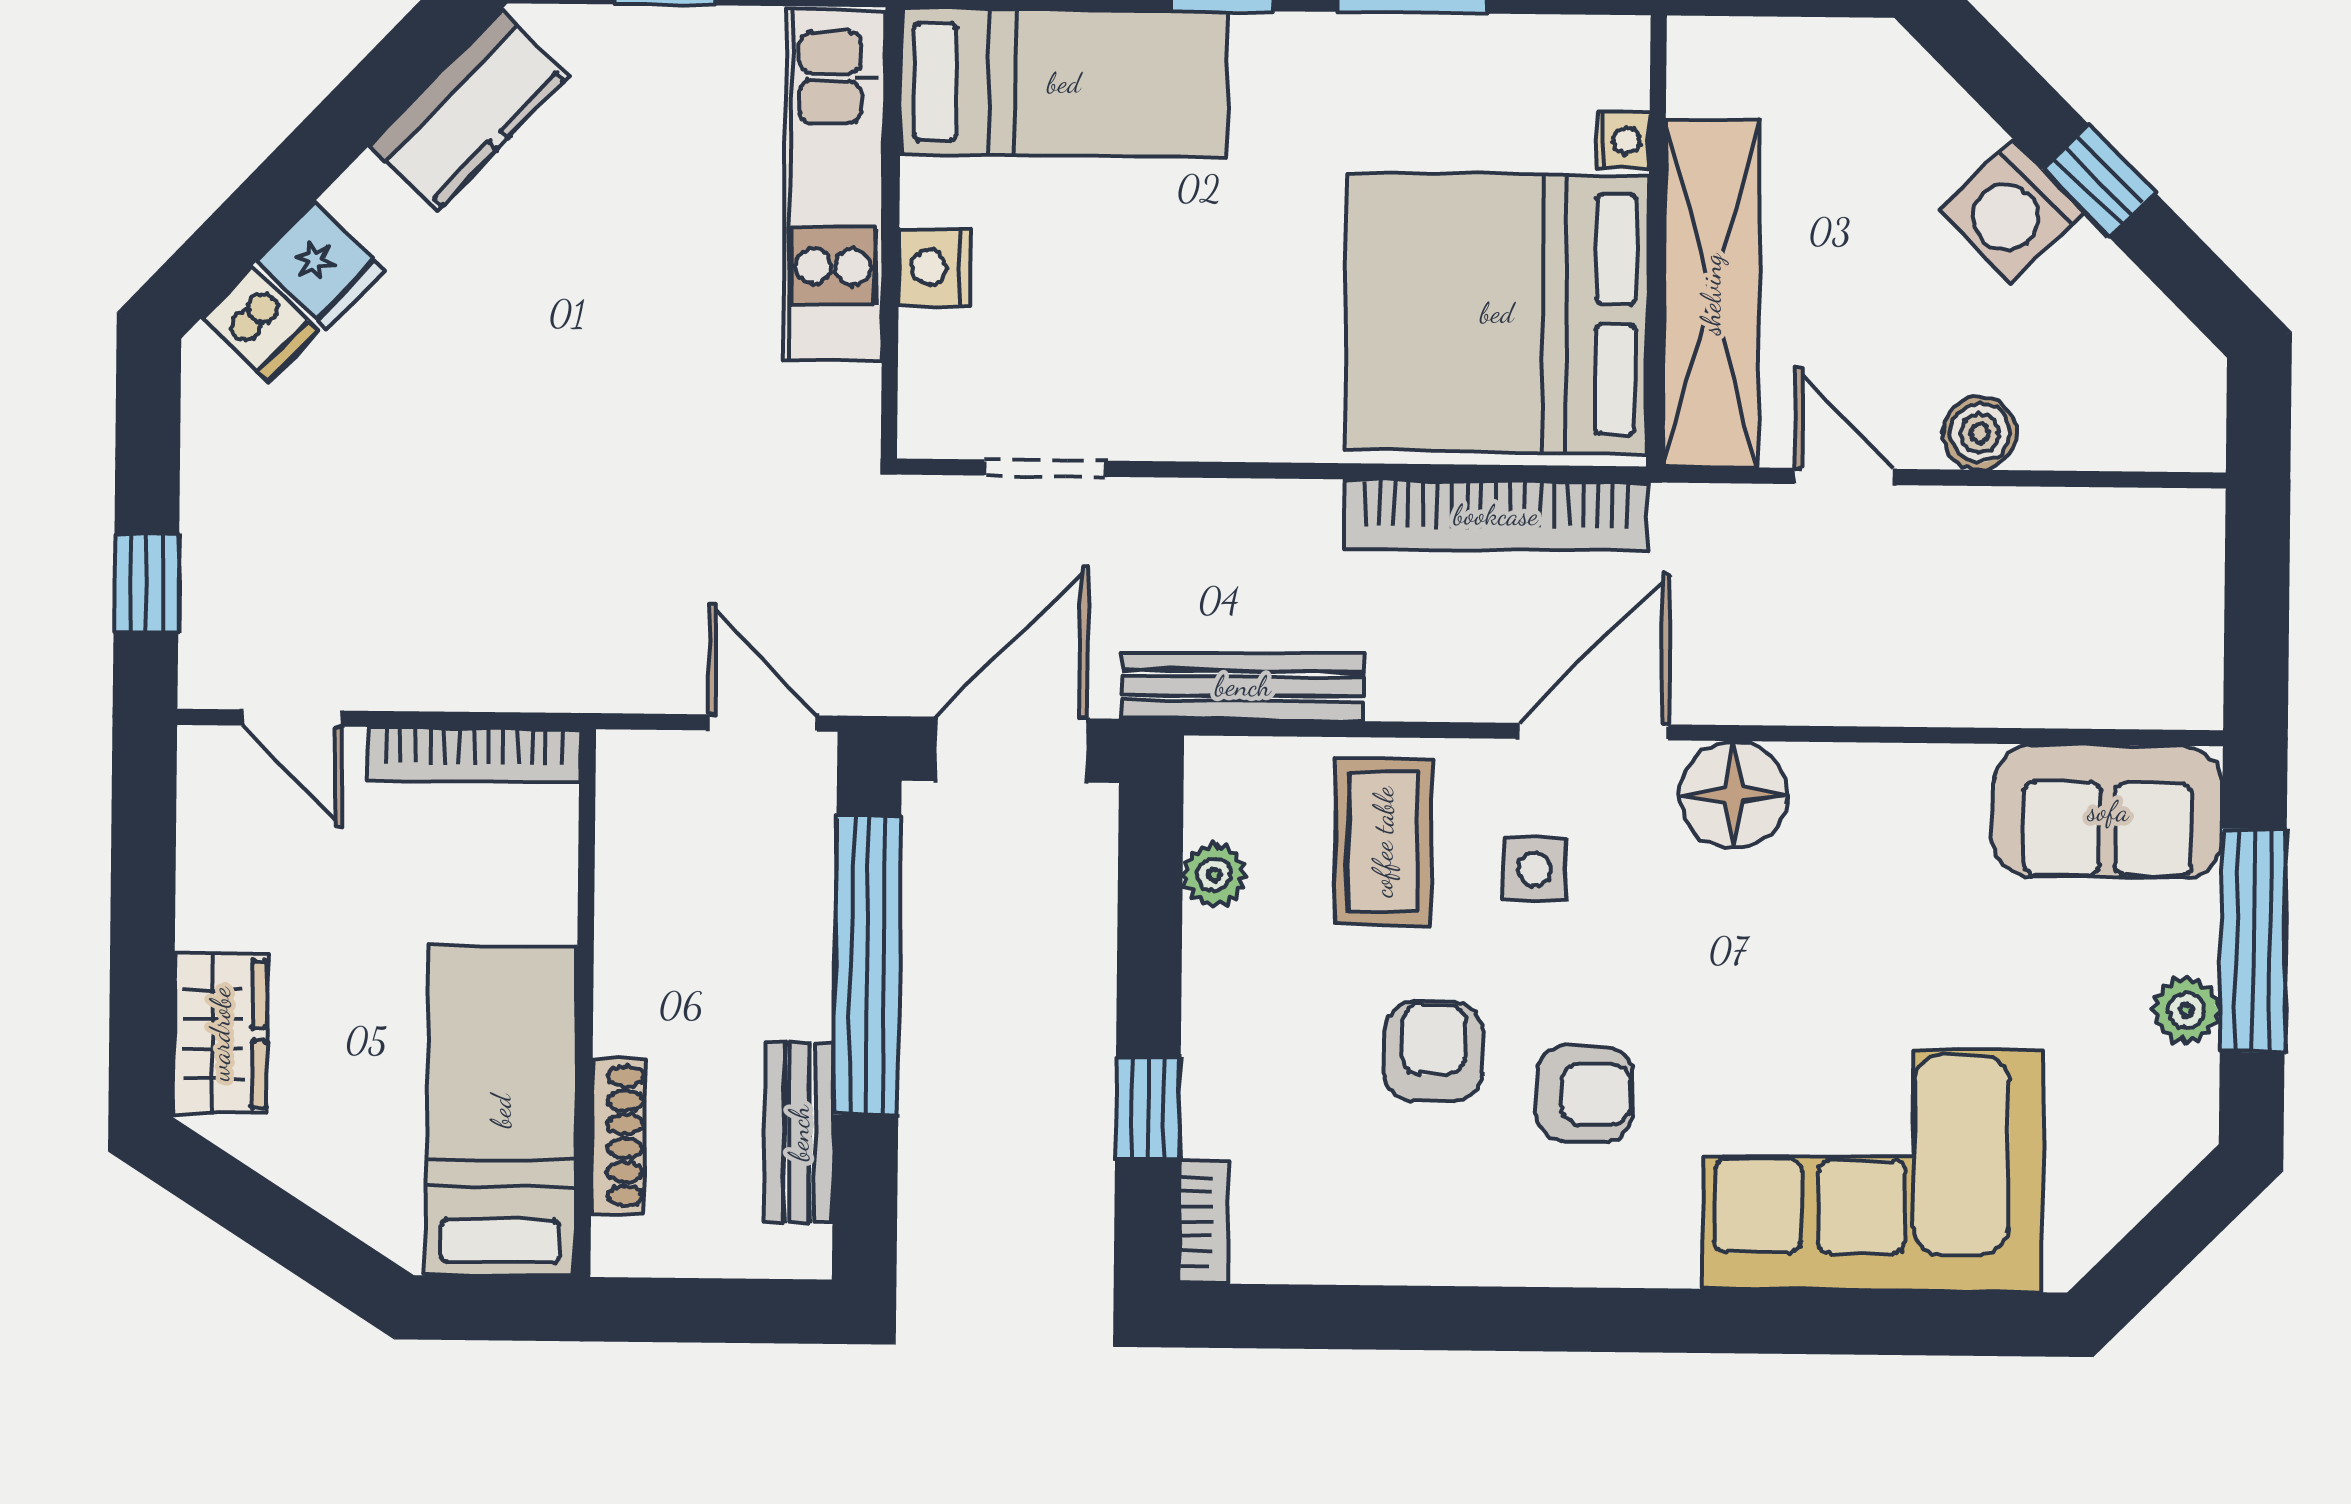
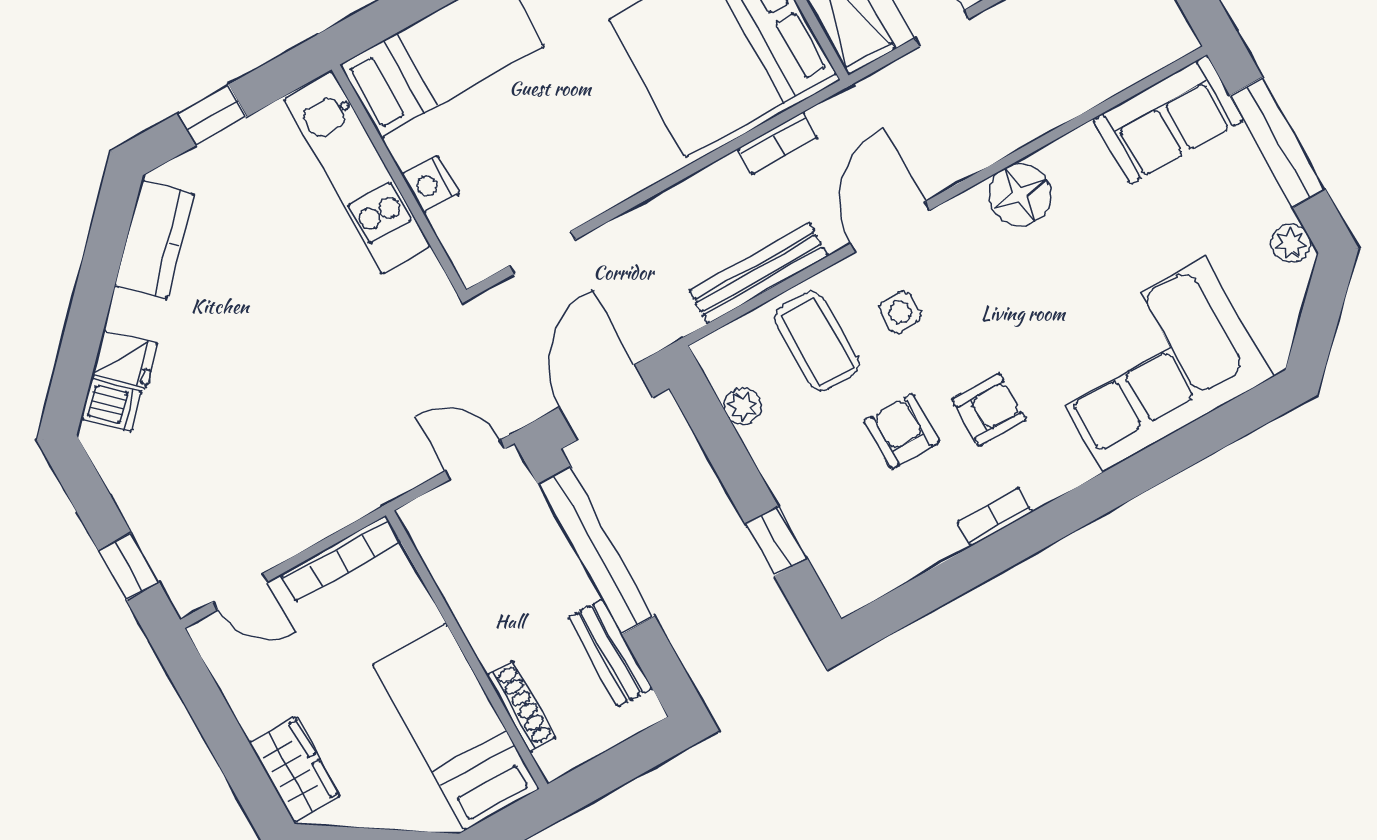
bookcase: (1496, 515) -> (777, 143), width x0.43, depth x0.76
bench: (1243, 686) -> (759, 273), moved
floor lamp: (1734, 795) -> (1020, 195), moved
plant: (2186, 1010) -> (1291, 243), moved
bookcase: (1204, 1222) -> (995, 517), moved, turned -90

